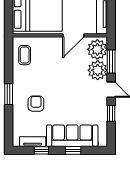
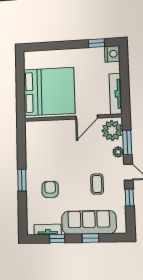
coffee table: (25, 55) -> (97, 184), moved
plant: (98, 70) -> (118, 152), width x0.53, depth x0.53

